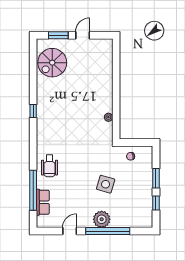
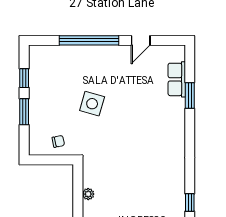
wheelchair: (49, 166) -> (168, 128), removed
window: (33, 190) -> (190, 95), width x0.47
plant: (102, 219) -> (97, 56), removed

